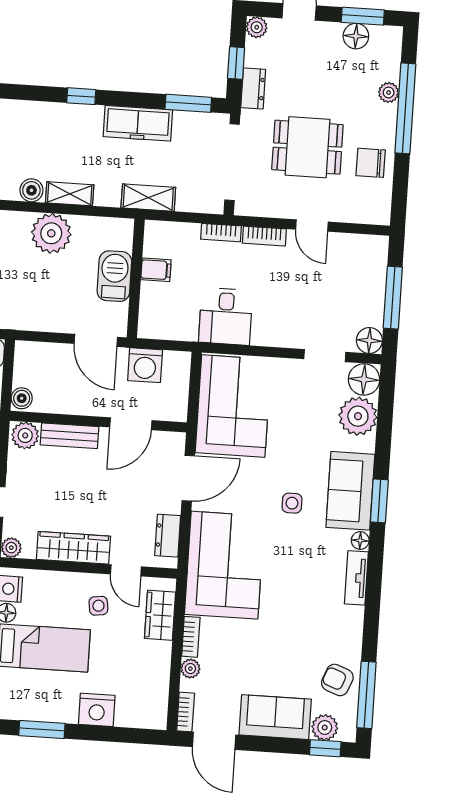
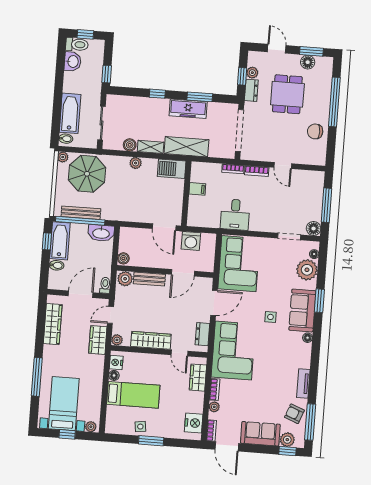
plant: (257, 27) -> (252, 73), moved
plant: (389, 92) -> (325, 93), removed
window: (188, 103) -> (200, 97), moved
dining table: (307, 147) -> (287, 94), moved, turned 90
shelving: (148, 198) -> (186, 147), width x1.50, depth x1.33
plant: (51, 233) -> (136, 163), width x0.53, depth x0.53
barbecue: (114, 276) -> (172, 169), moved, turned -90
floor lamp: (364, 379) -> (314, 254), width x0.53, depth x0.53
window: (379, 501) -> (319, 301), moved
tv unit: (356, 578) -> (303, 383), moved
side table: (98, 606) -> (140, 427), moved
nightstand: (97, 710) -> (194, 423), moved, turned -90
window: (42, 729) -> (151, 441), moved

